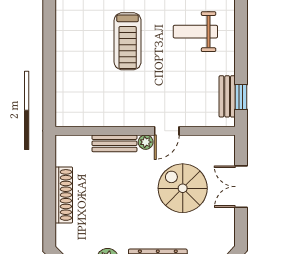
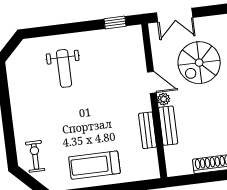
treadmill: (128, 41) -> (94, 165), moved, turned 180
bench: (227, 96) -> (148, 130), moved, turned 90
double door: (241, 187) -> (175, 15), moved

